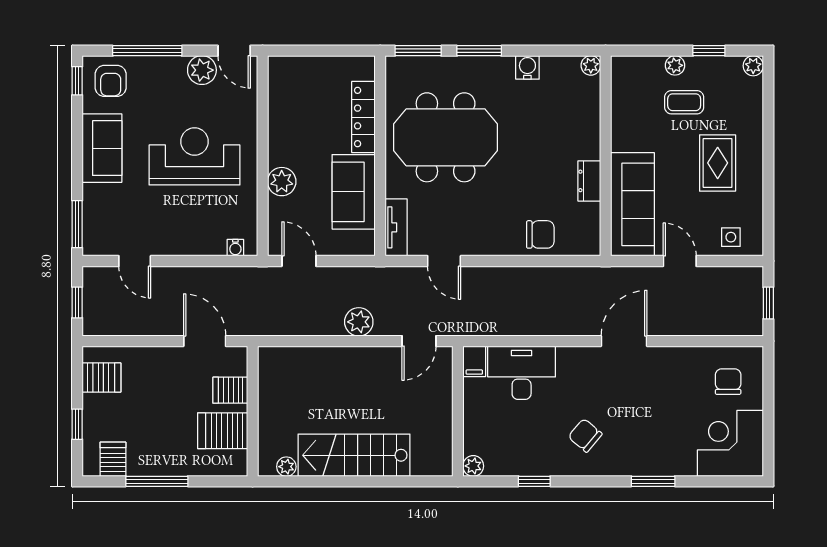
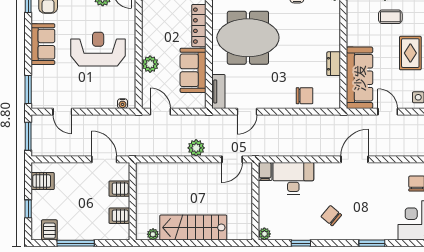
door: (444, 261) -> (247, 112), hinge flipped
window: (77, 302) -> (28, 136), width x1.50
server rack: (223, 431) -> (119, 216), width x0.73, depth x0.70

